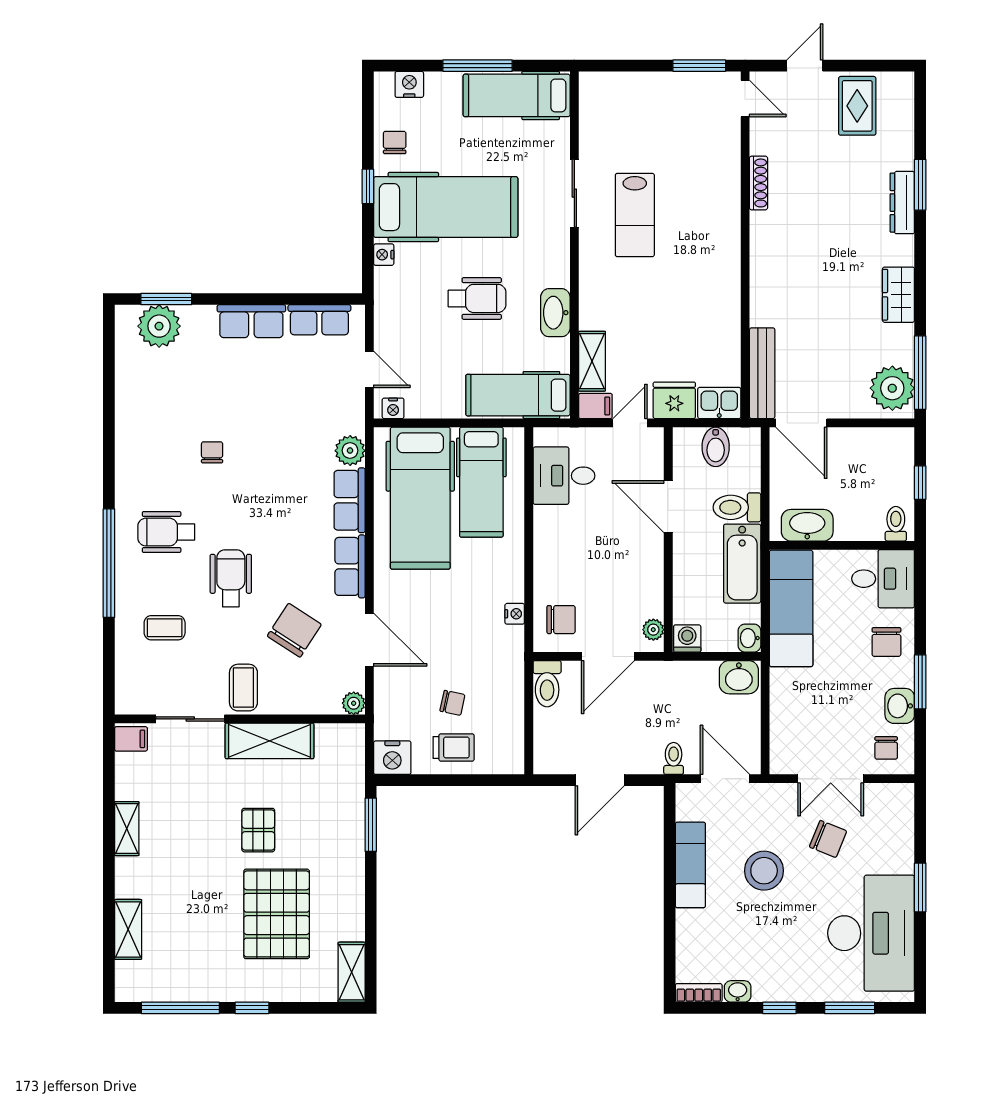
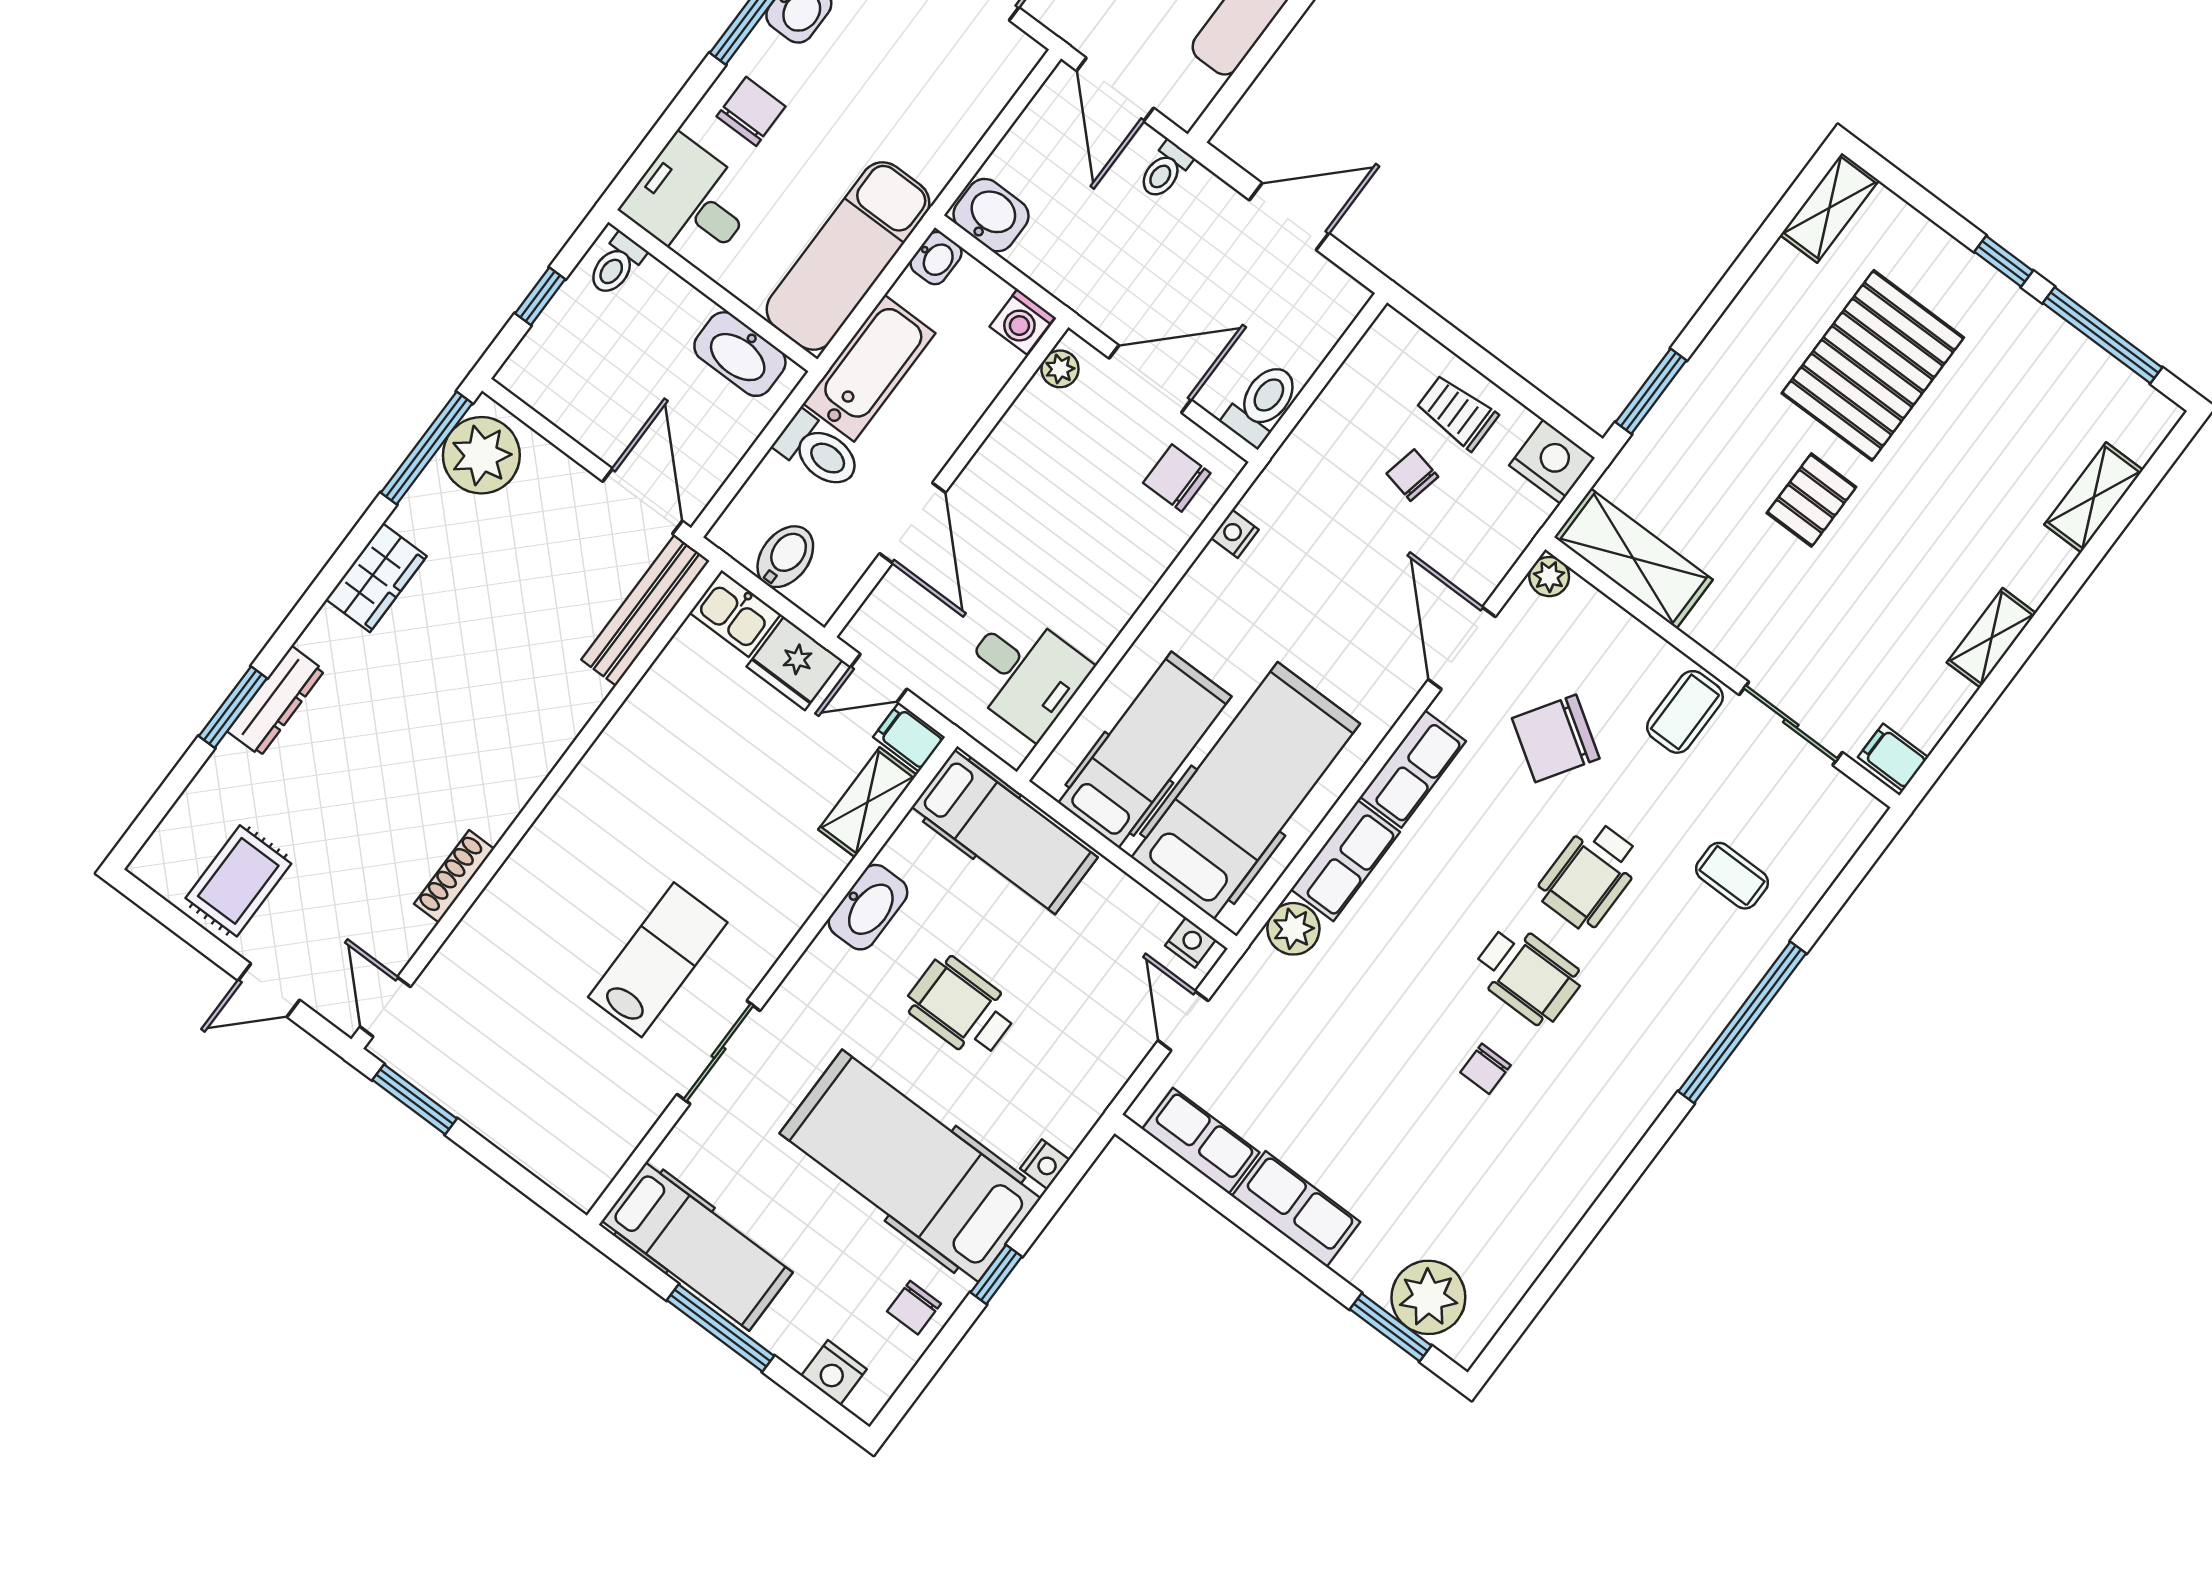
wheelchair: (166, 532) -> (1527, 975), moved
shelving: (270, 741) -> (1633, 558), moved

